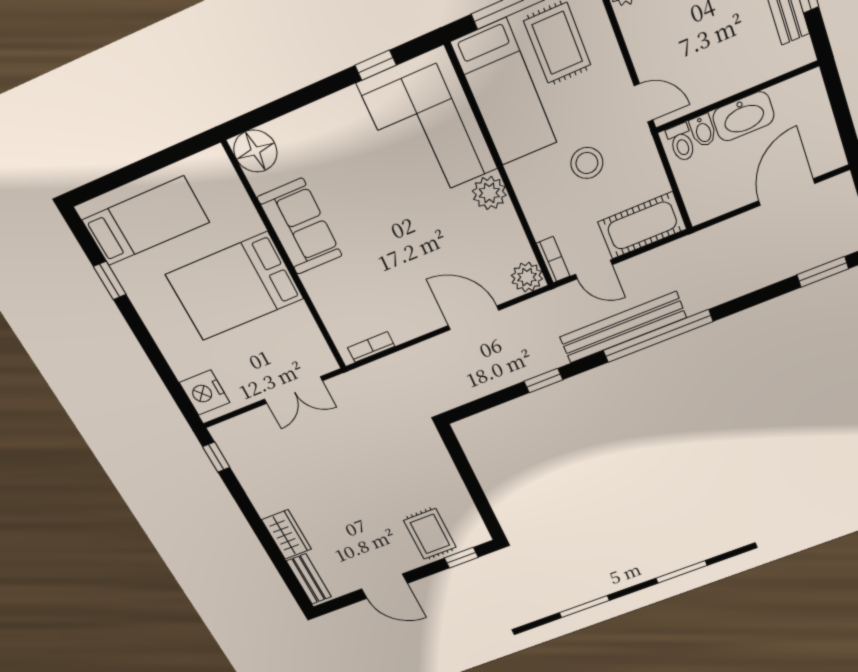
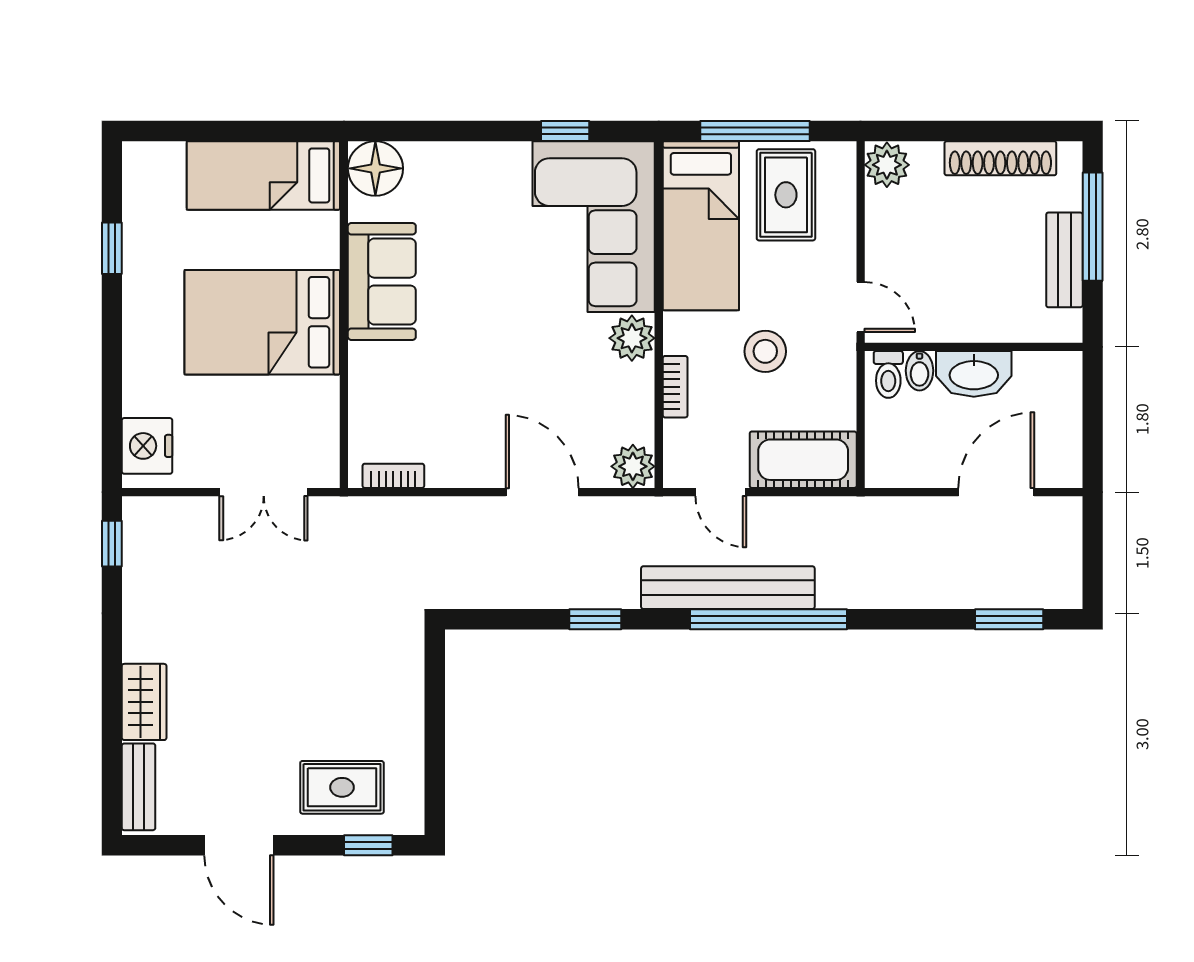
bed: (146, 221) -> (263, 175), moved, turned 180
bookcase: (553, 260) -> (675, 387), moved
rug: (430, 534) -> (342, 787), turned 90

